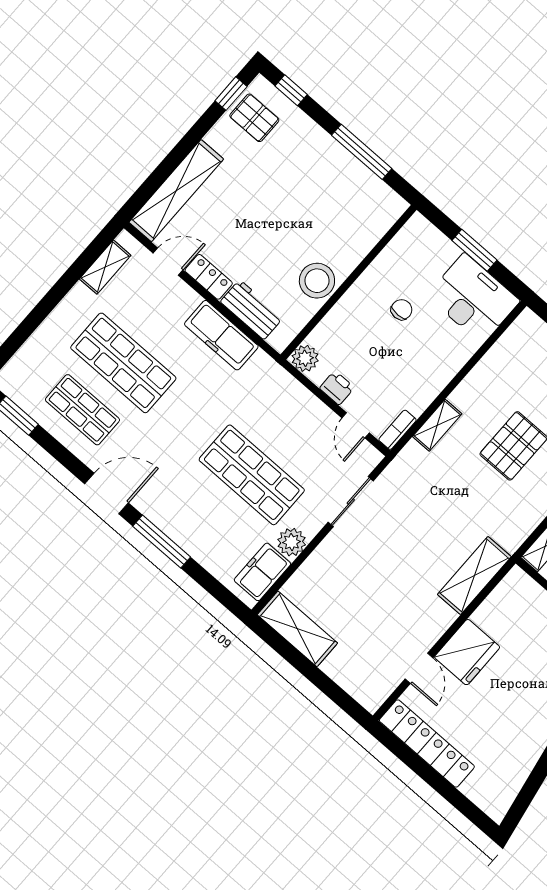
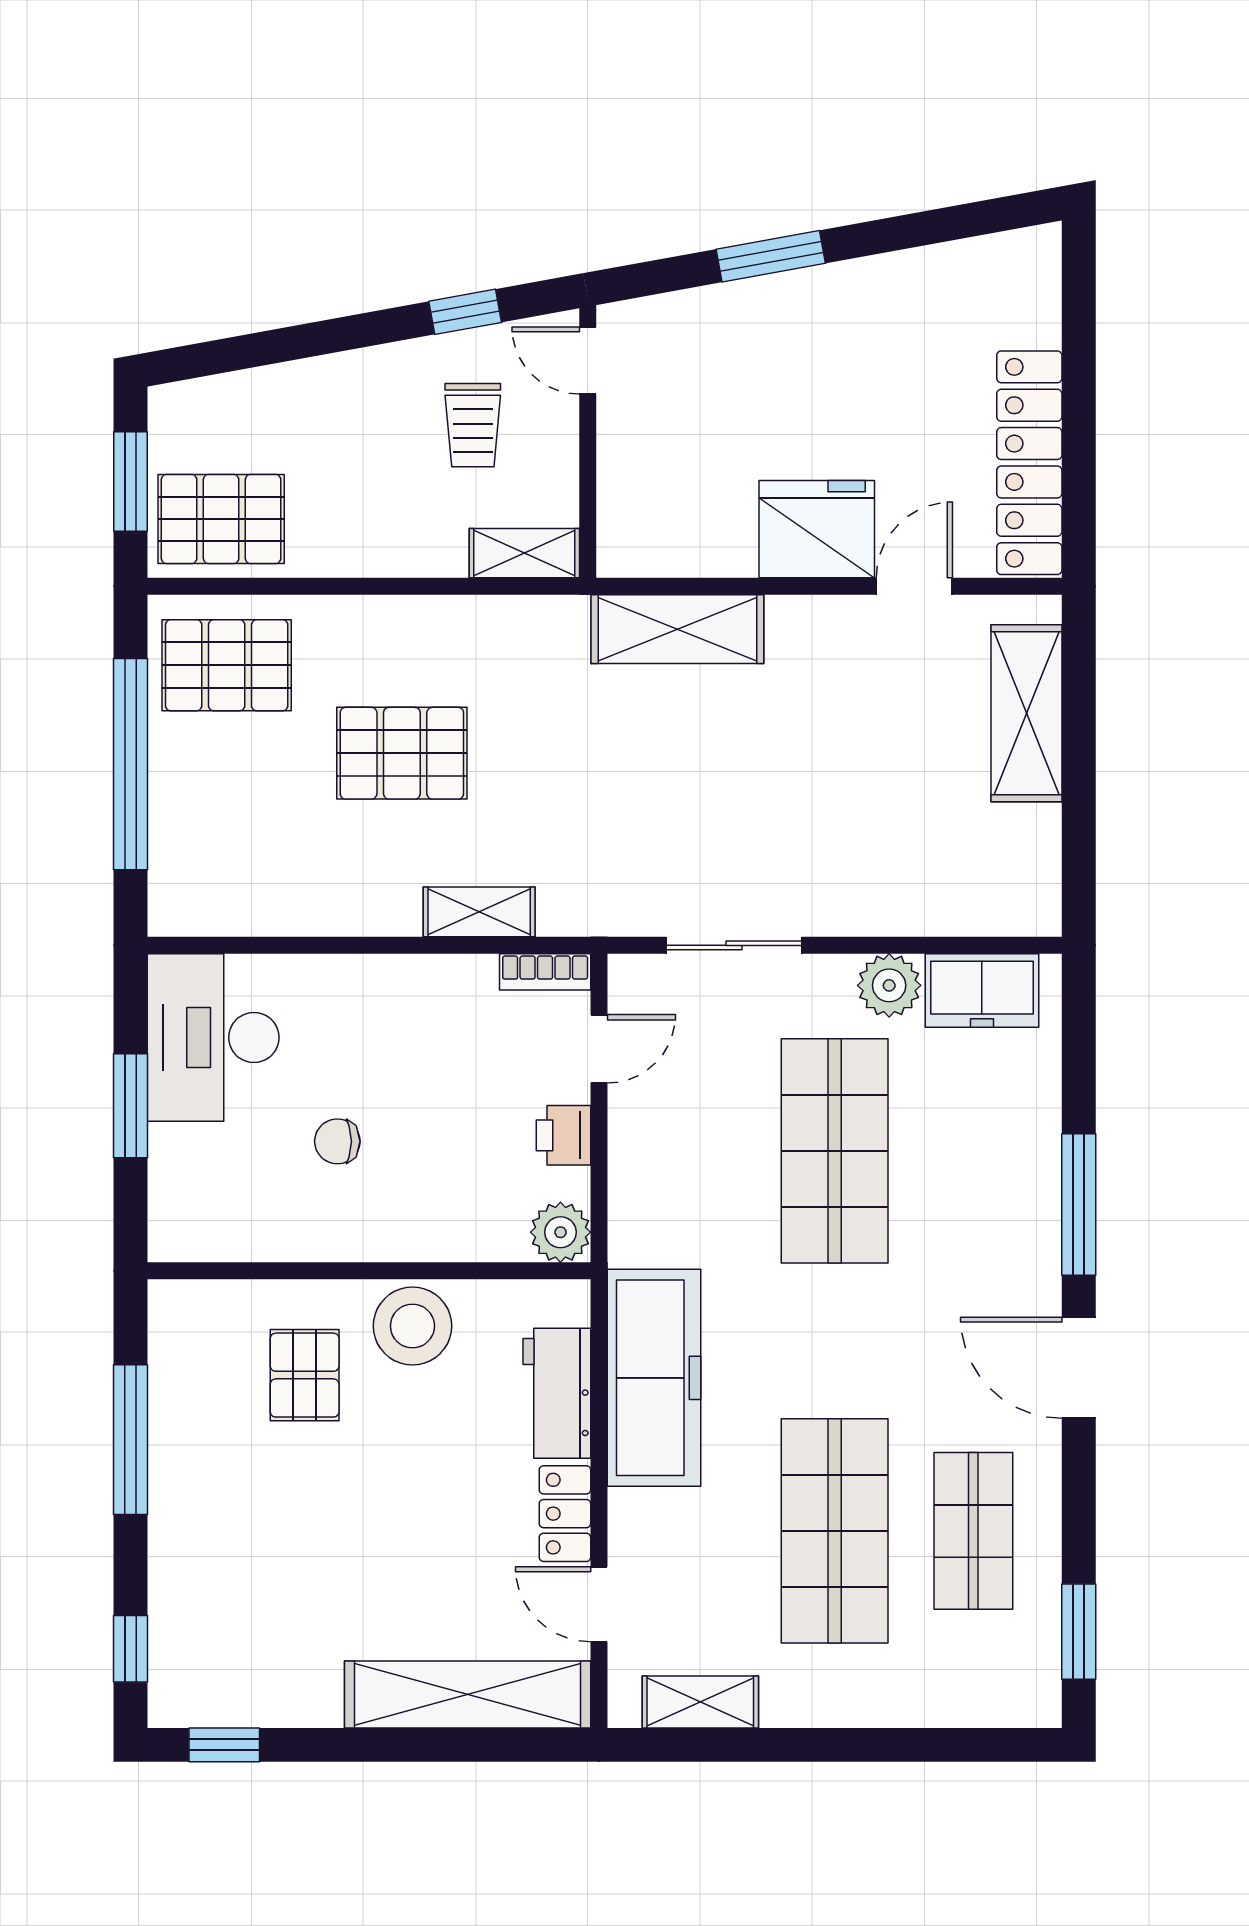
pallet: (254, 118) -> (305, 1375), moved
freezer: (221, 335) -> (654, 1378), width x1.36, depth x1.26
shelving: (297, 629) -> (1026, 713), moved

